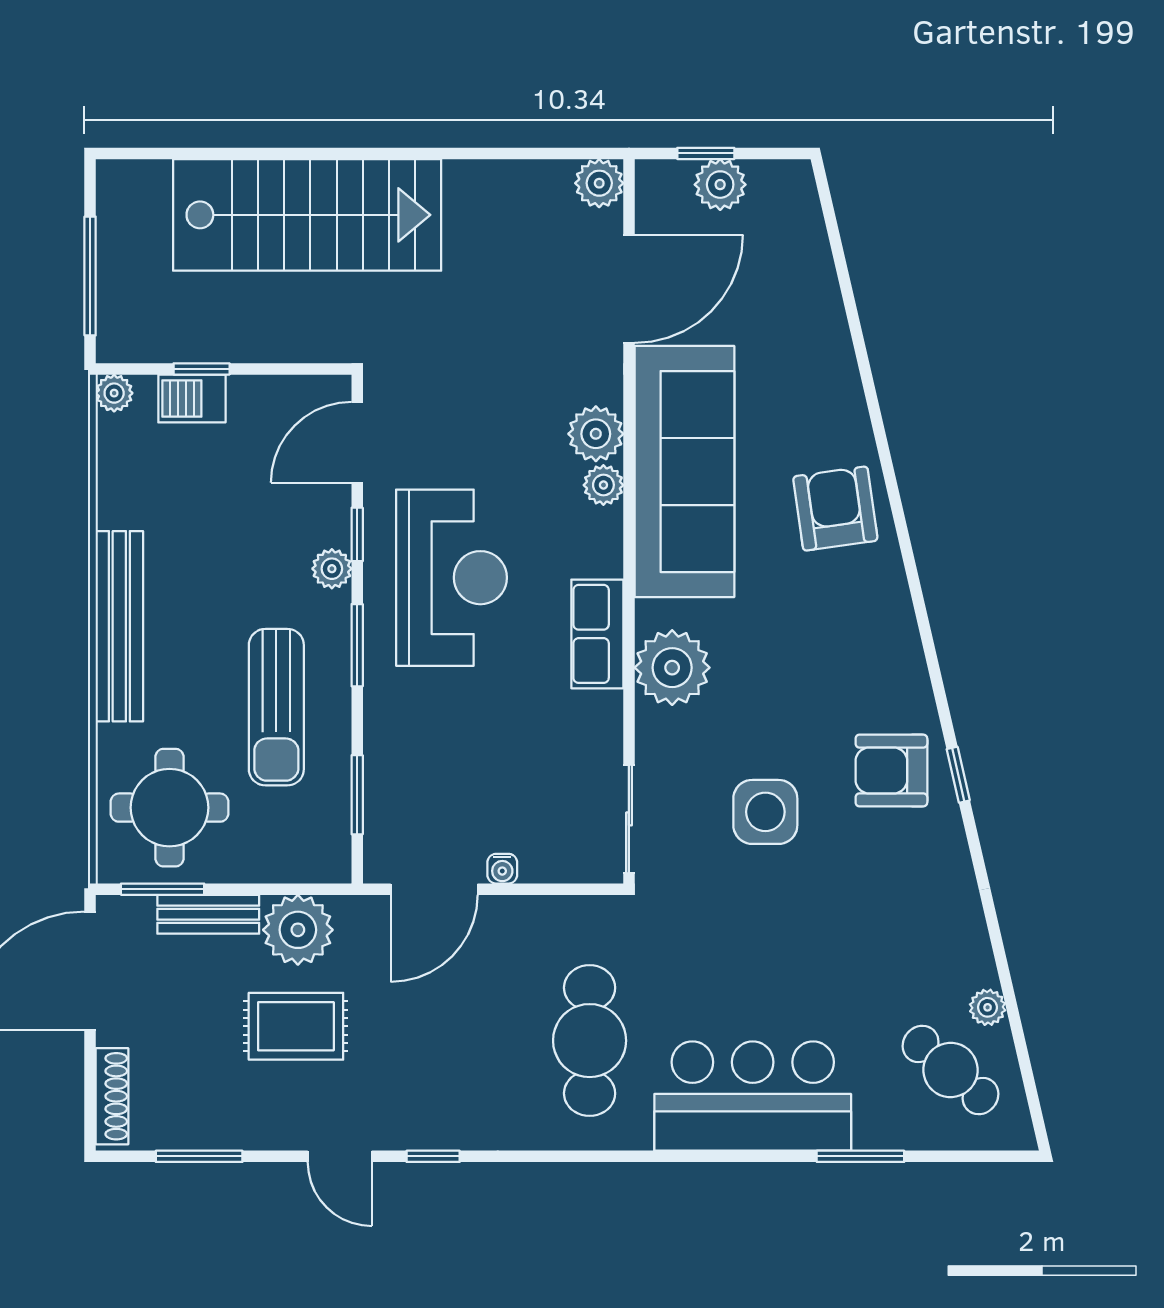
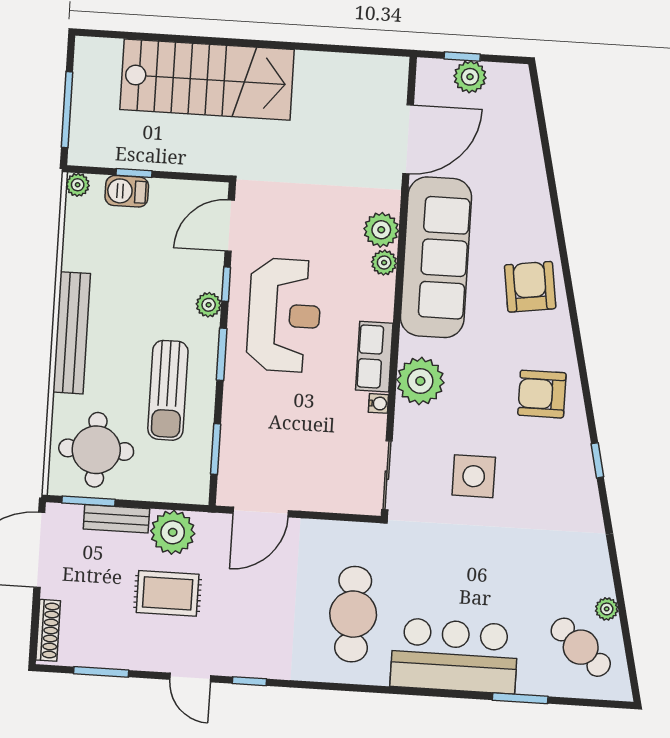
plant: (599, 183) -> (393, 71), removed
armchair: (891, 771) -> (542, 394), moved
water cooler: (502, 869) -> (378, 403), moved, turned -90

